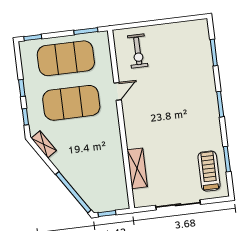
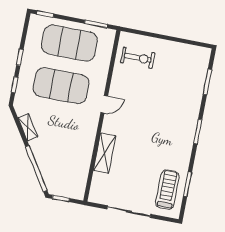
exercise bike: (138, 51) -> (138, 58), turned -90
door: (118, 91) -> (104, 104), moved
shelving: (44, 144) -> (28, 127), moved
shelving: (137, 168) -> (105, 153), moved

